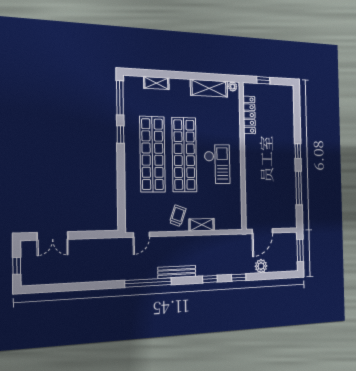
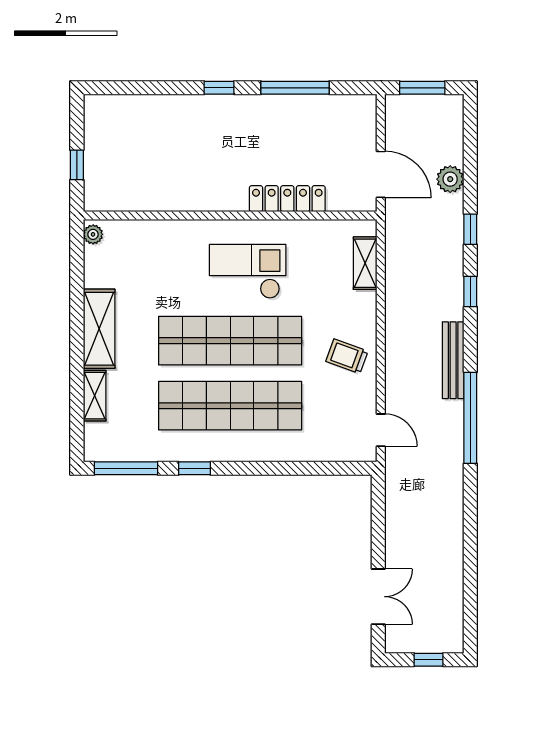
shelving: (209, 88) -> (99, 329), moved
locker: (249, 115) -> (287, 199), moved
shelving: (202, 225) -> (365, 263), moved

